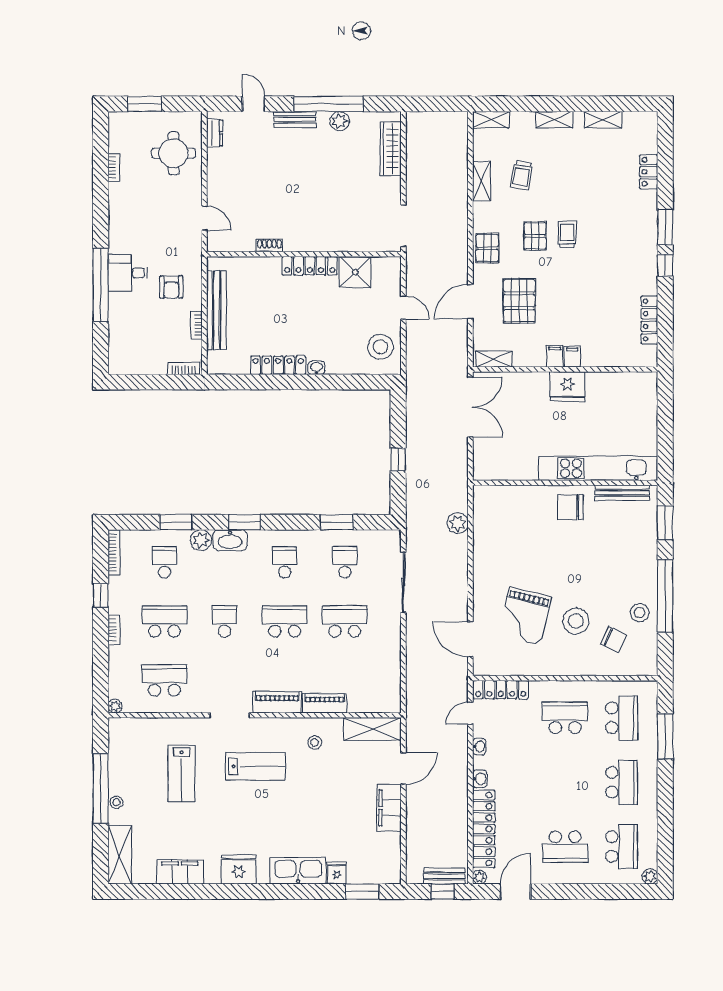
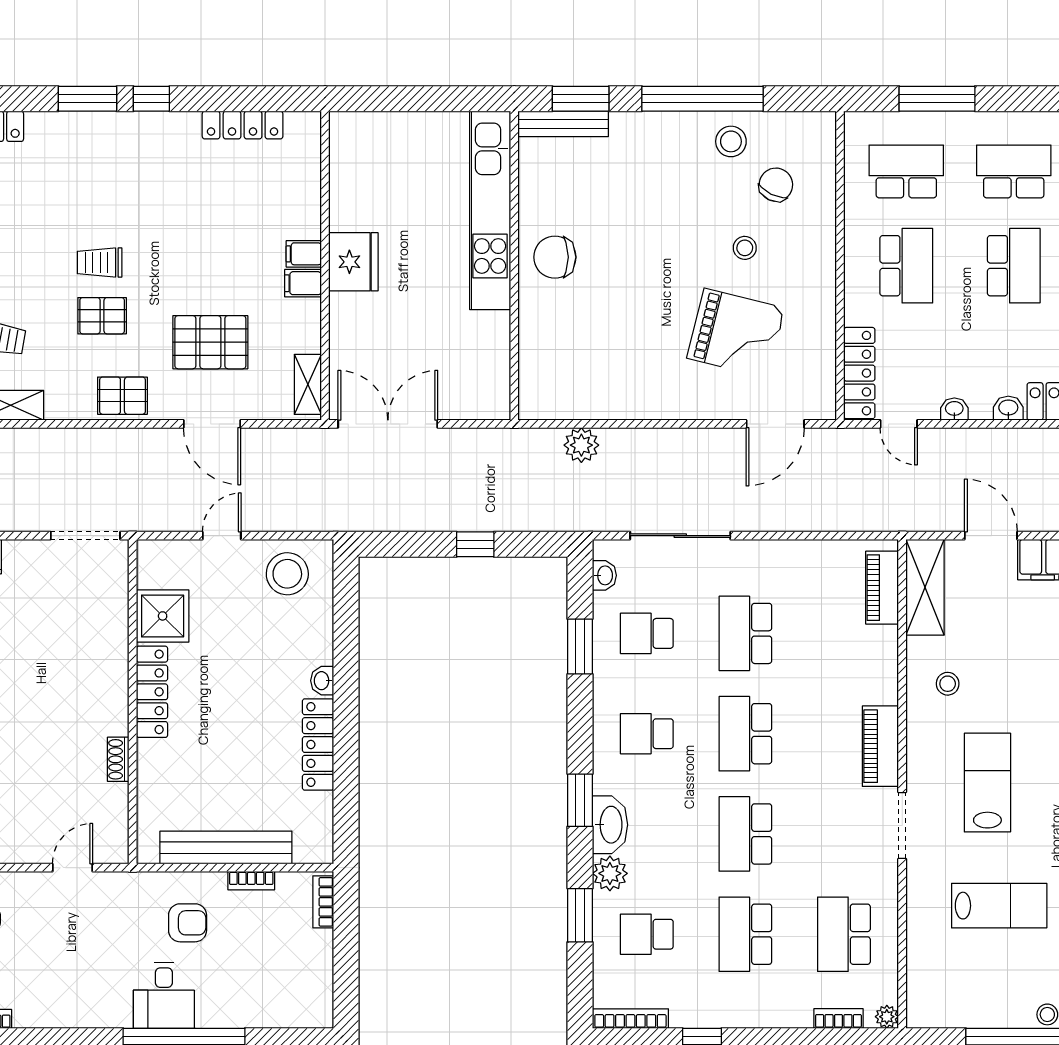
bench: (622, 493) -> (563, 124), moved, turned 90
chair: (570, 507) -> (555, 257), turned 90
washbasin: (380, 537) -> (604, 575), added
school desk: (225, 621) -> (745, 834), width x1.85
stool: (576, 621) -> (745, 248), width x0.53, depth x0.53
bookcase: (114, 630) -> (838, 1018), moved
piano: (325, 703) -> (882, 588), moved
school desk: (565, 718) -> (906, 266), turned 180
school desk: (565, 782) -> (1014, 266), added

